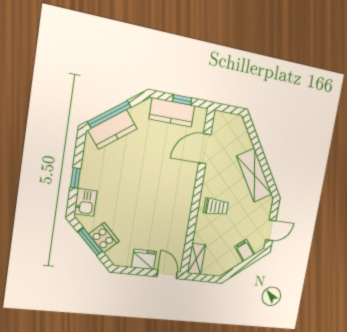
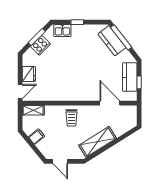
filing cabinet: (245, 251) -> (37, 137), moved

